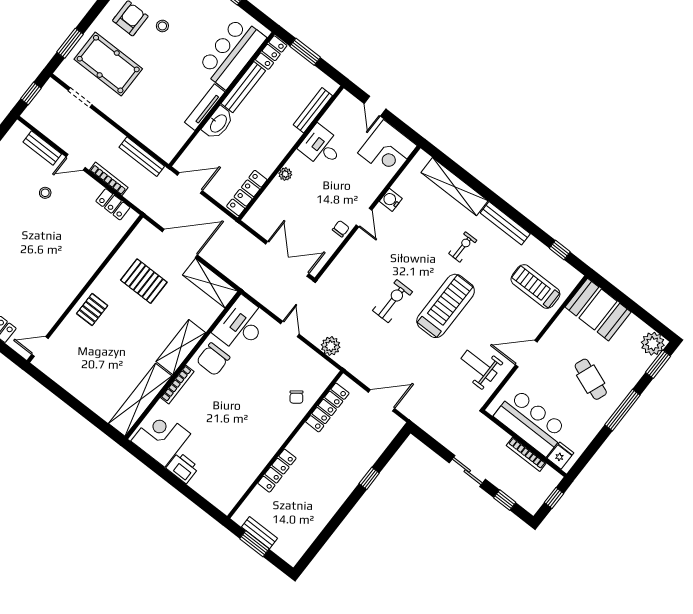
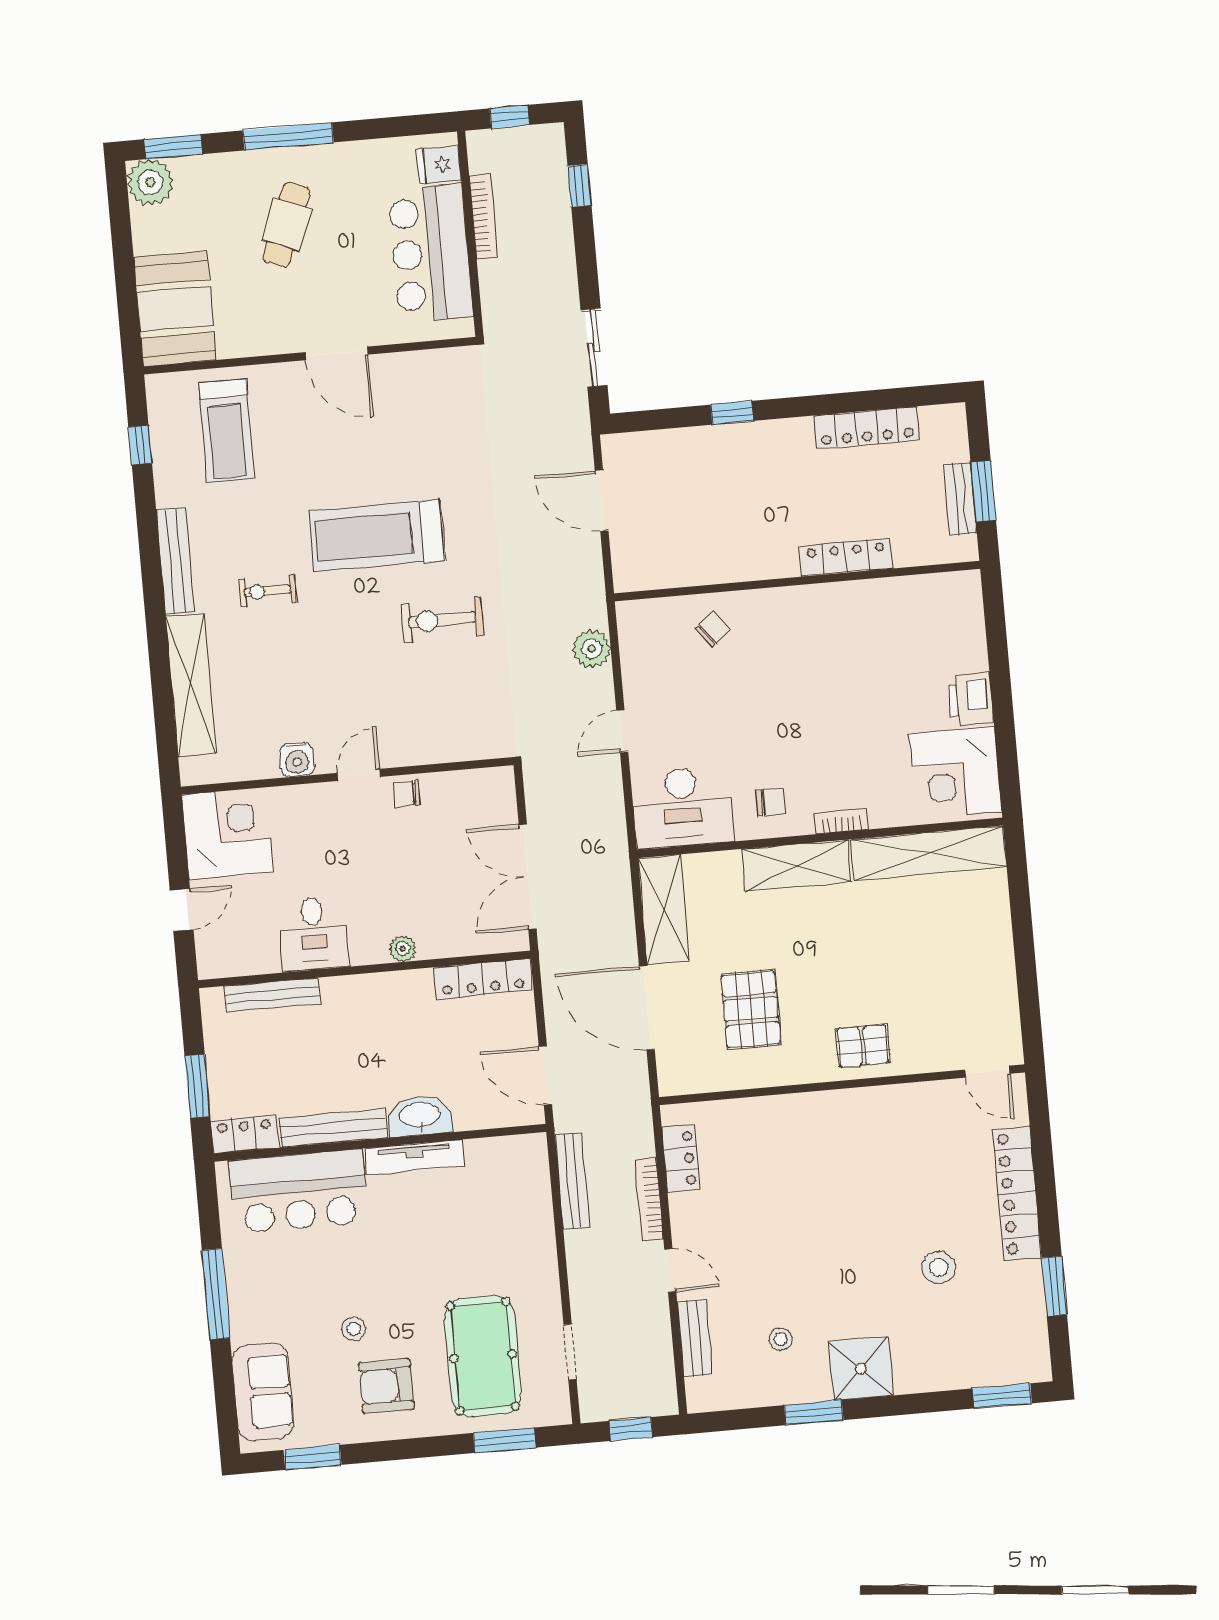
stool: (45, 193) -> (781, 1339), moved
double door: (287, 259) -> (528, 877), moved
chair: (213, 359) -> (771, 802), width x0.54, depth x0.54
weight bench: (479, 366) -> (419, 406), removed
bookcase: (177, 384) -> (841, 821), width x0.64
locker: (327, 407) -> (867, 428), moved, turned 180
sliding door: (467, 471) -> (594, 348), moved

